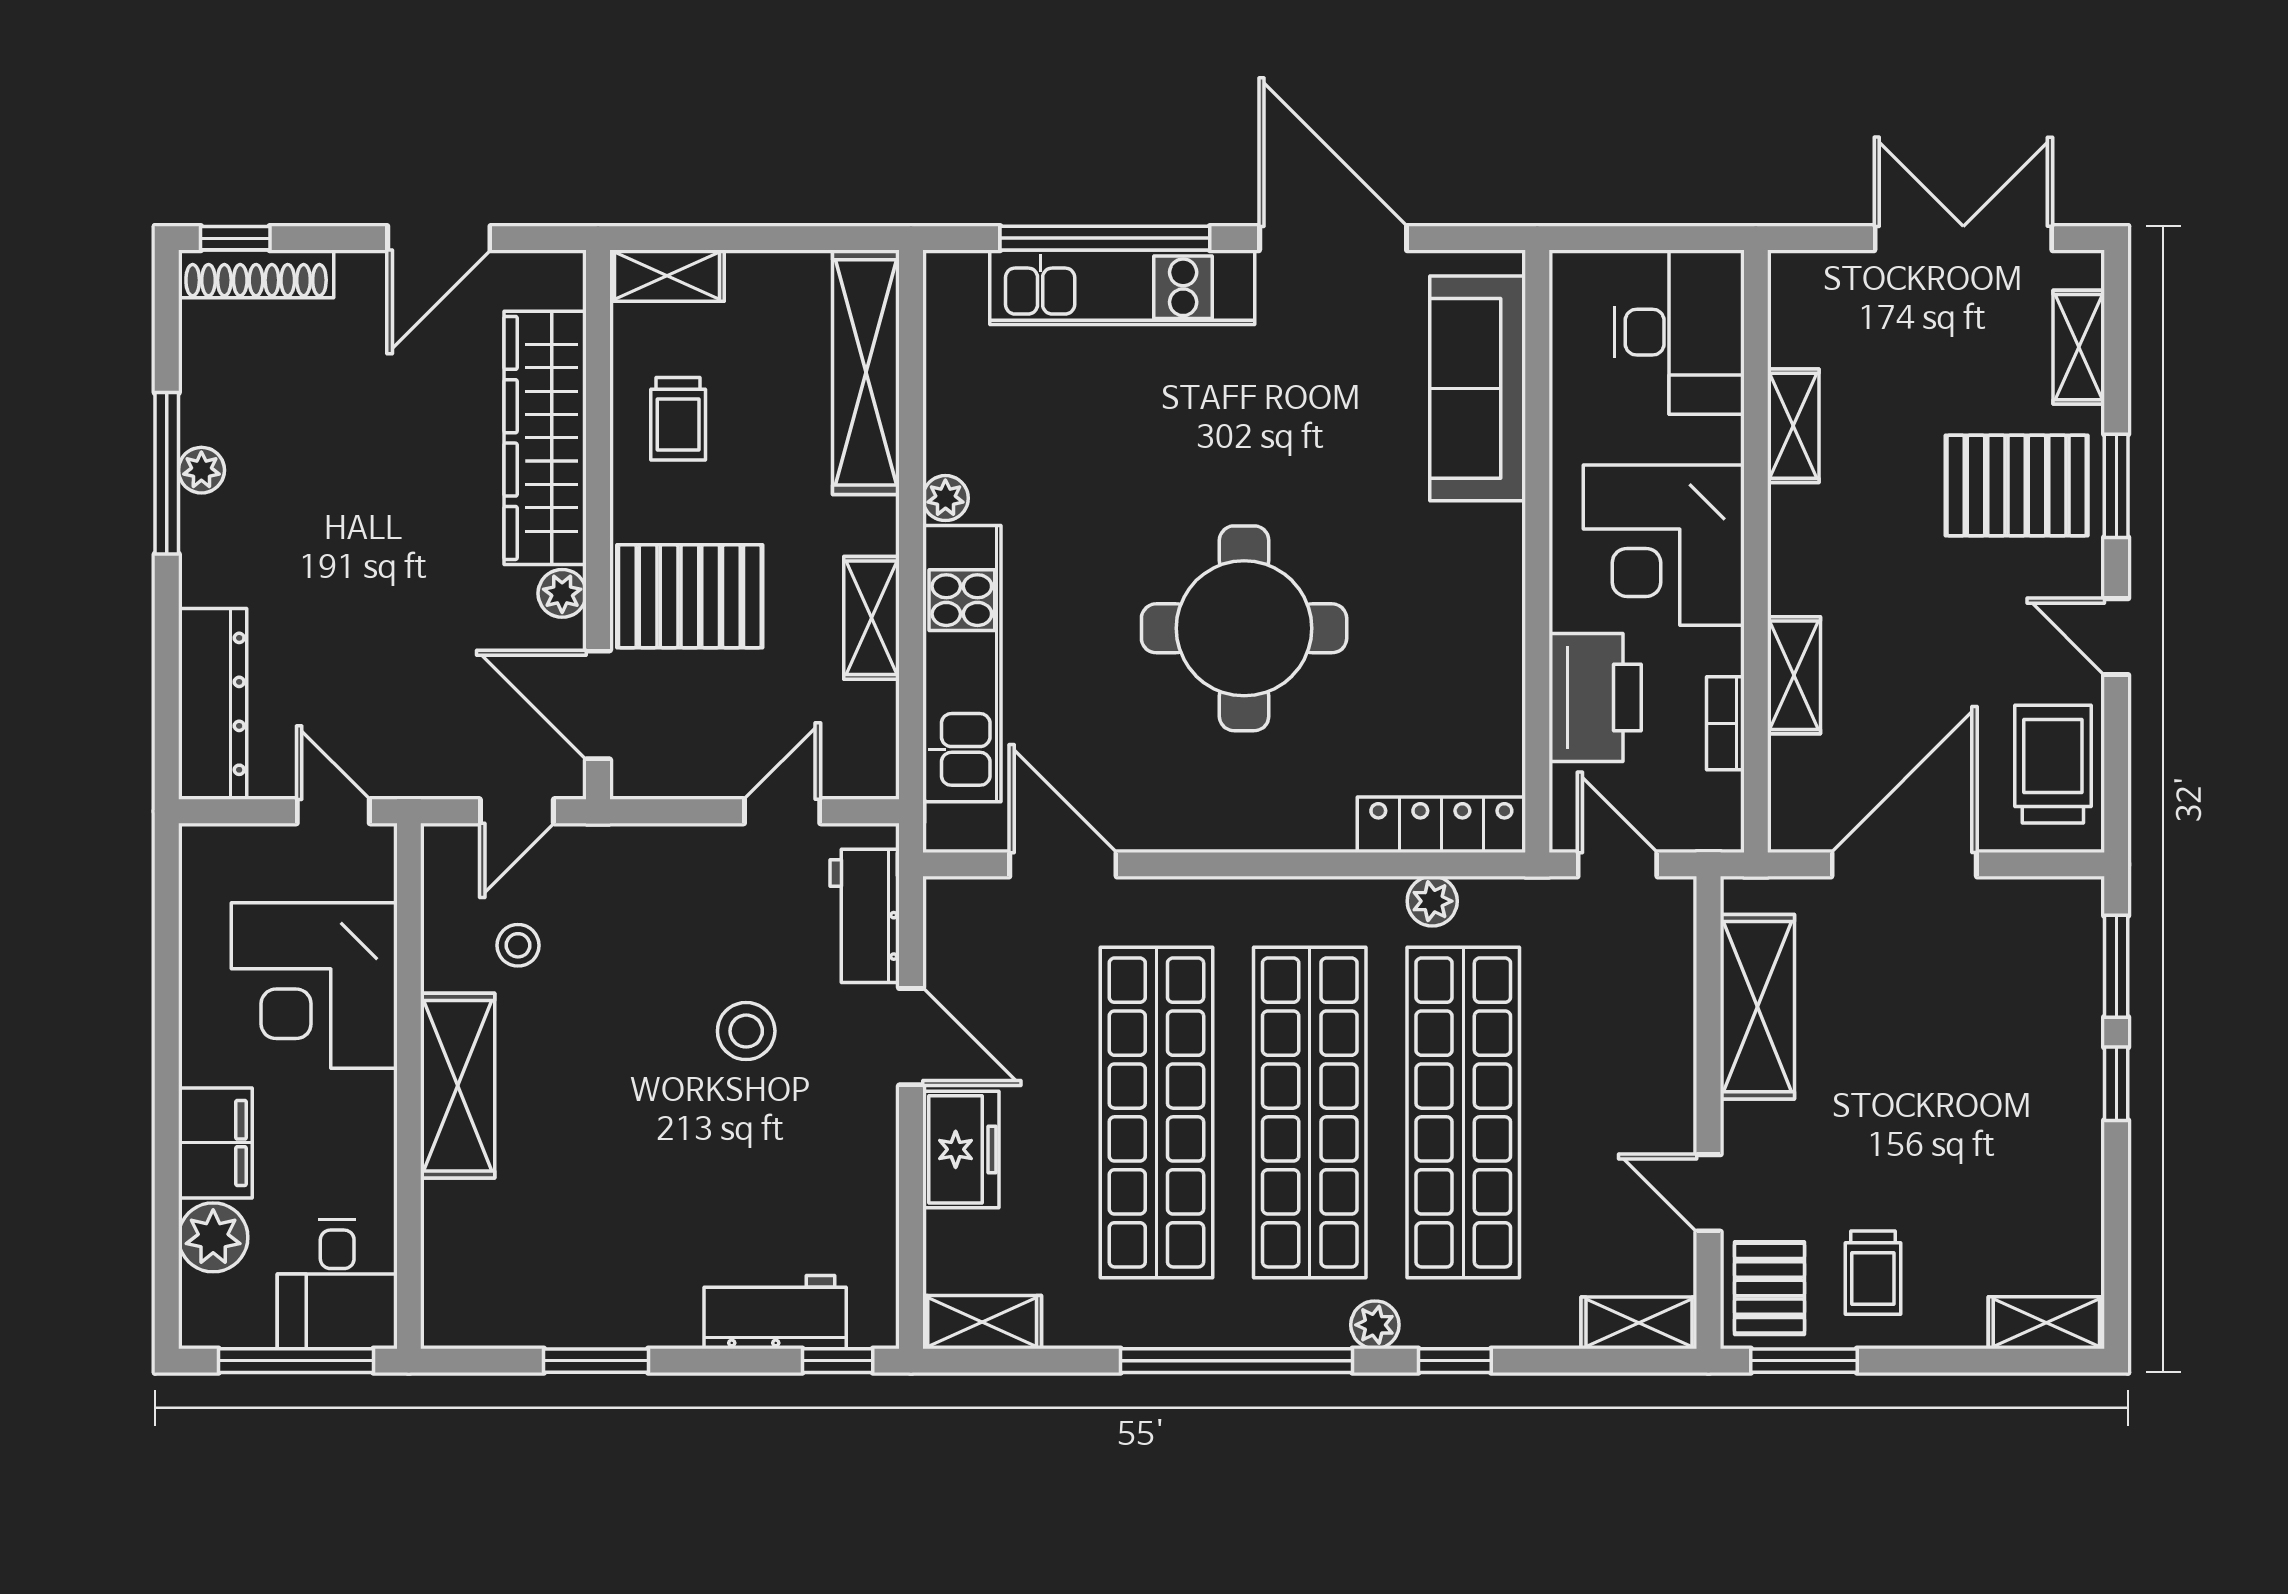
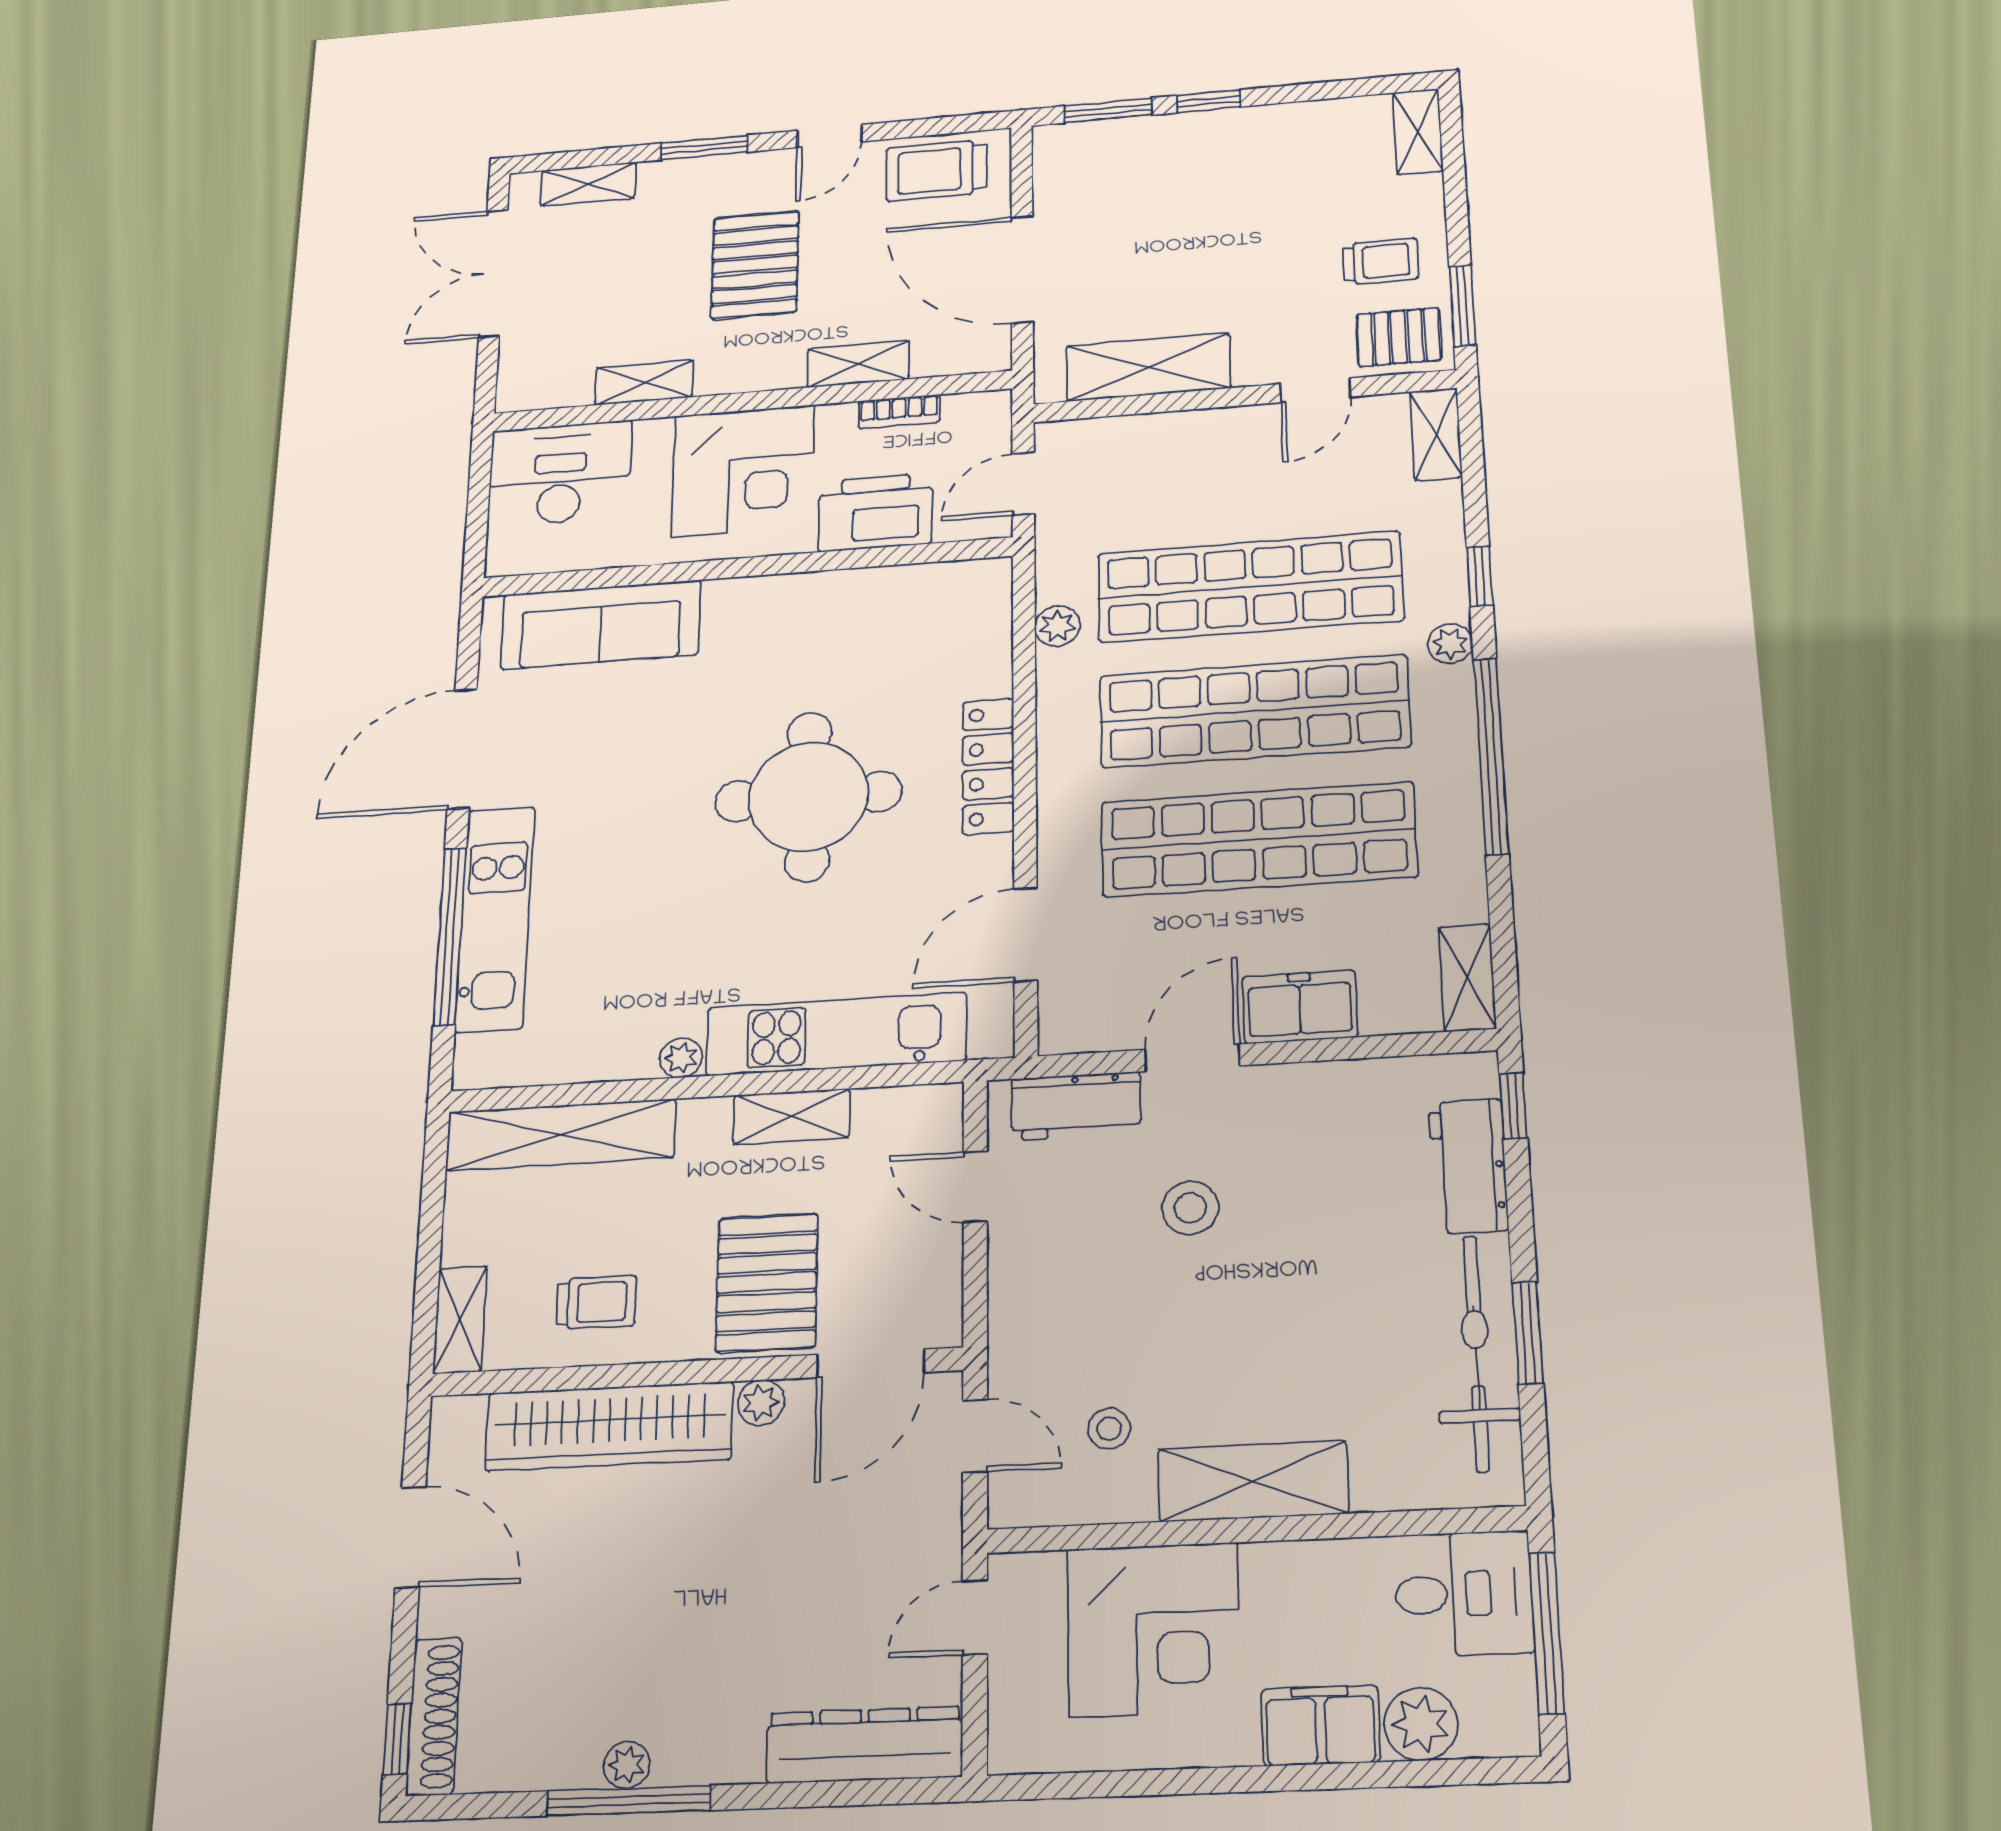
pallet: (2017, 485) -> (755, 265), moved
locker: (1441, 825) -> (988, 766), moved
bicycle: (578, 1309) -> (1476, 1353), added

